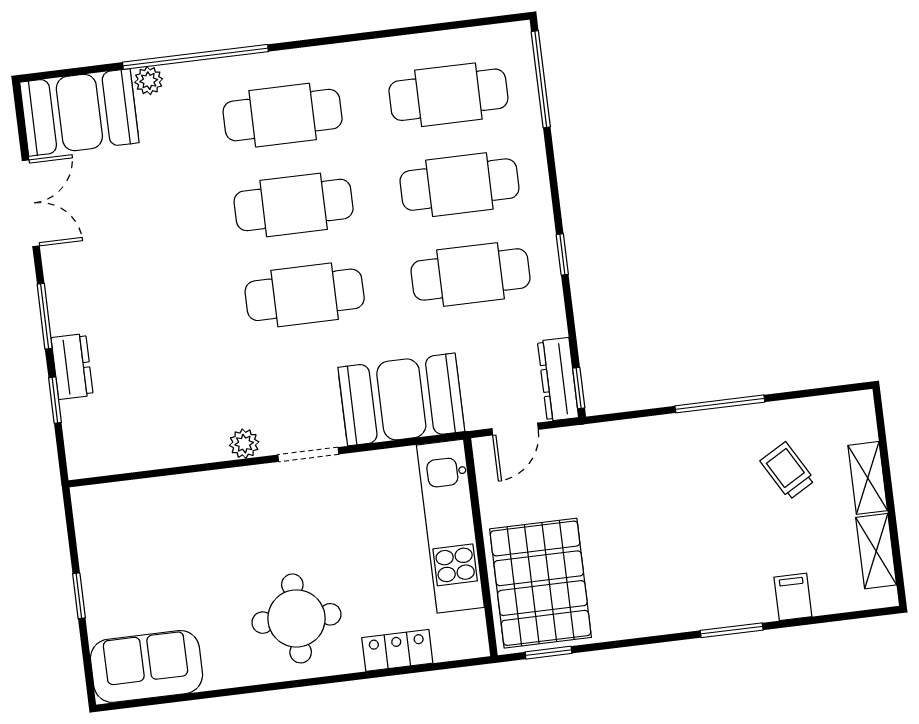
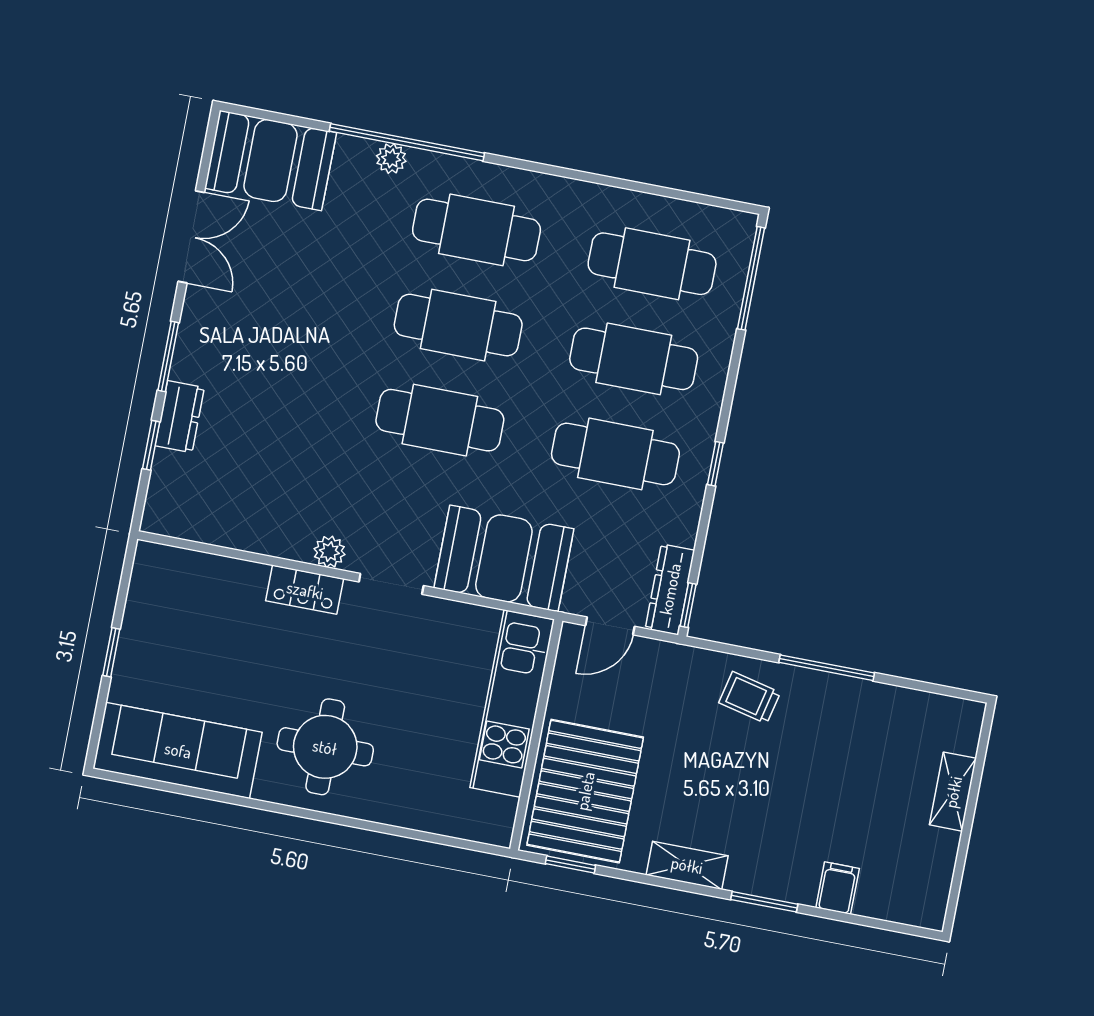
plant: (149, 81) -> (391, 158), moved
trolley: (787, 471) -> (750, 698), moved, turned -47
shelving: (876, 551) -> (687, 865), moved, turned 90
locker: (397, 650) -> (305, 590), moved, turned 180
sofa: (146, 666) -> (178, 750), width x1.36

